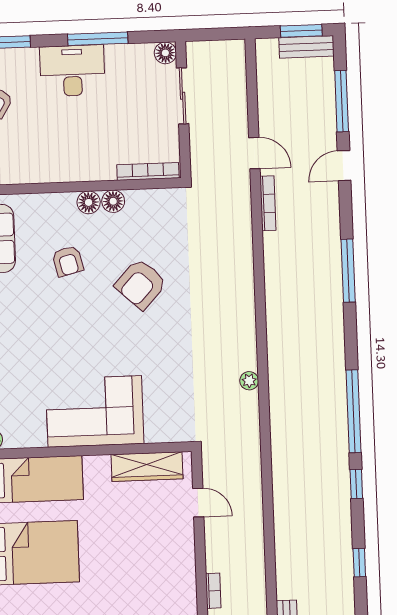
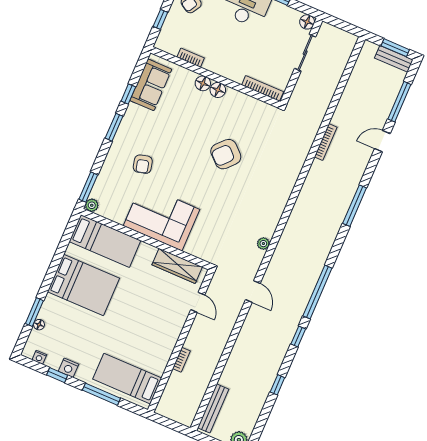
door: (254, 153) -> (253, 291), moved
bookcase: (31, 176) -> (191, 58), added
floor lamp: (113, 201) -> (203, 83), moved
armchair: (68, 261) -> (143, 164), moved

